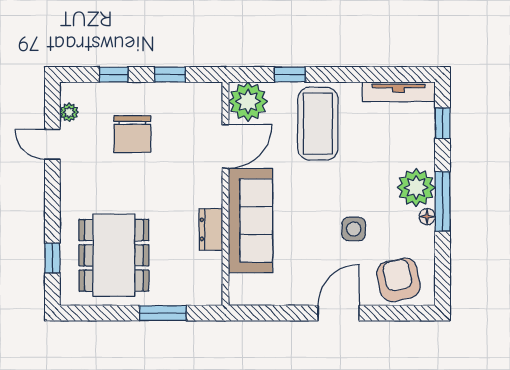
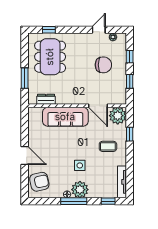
coffee table: (318, 124) -> (108, 146), width x0.54, depth x0.58
chair: (132, 134) -> (103, 65), turned 180
dresser: (211, 229) -> (46, 99), moved
side table: (354, 229) -> (80, 165), moved
dining table: (114, 255) -> (50, 57), turned 90

